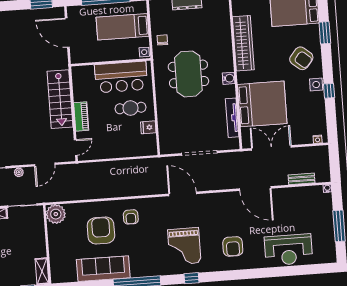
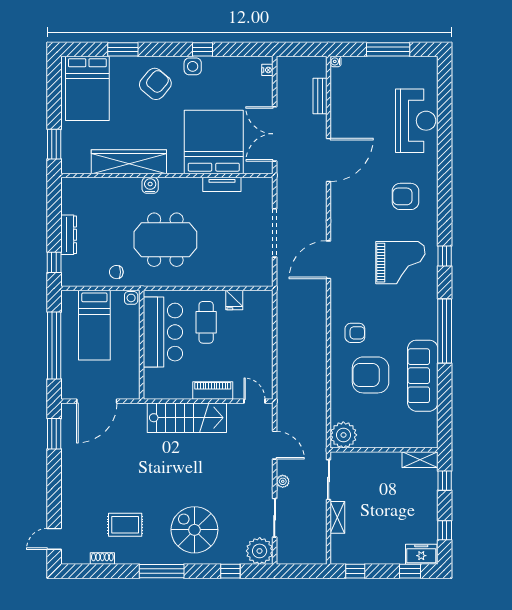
water cooler: (229, 78) -> (150, 185), moved
tv unit: (232, 118) -> (222, 184), width x0.71
armchair: (233, 246) -> (405, 196), turned 180

